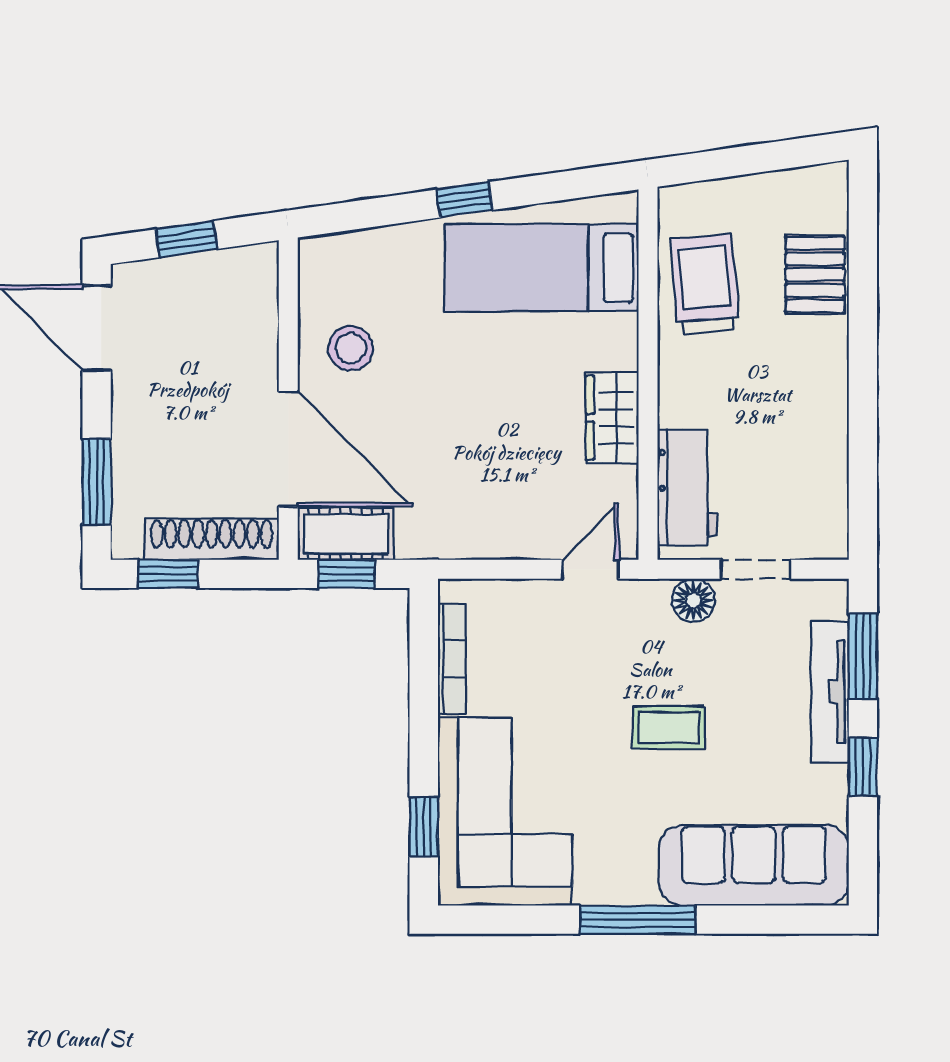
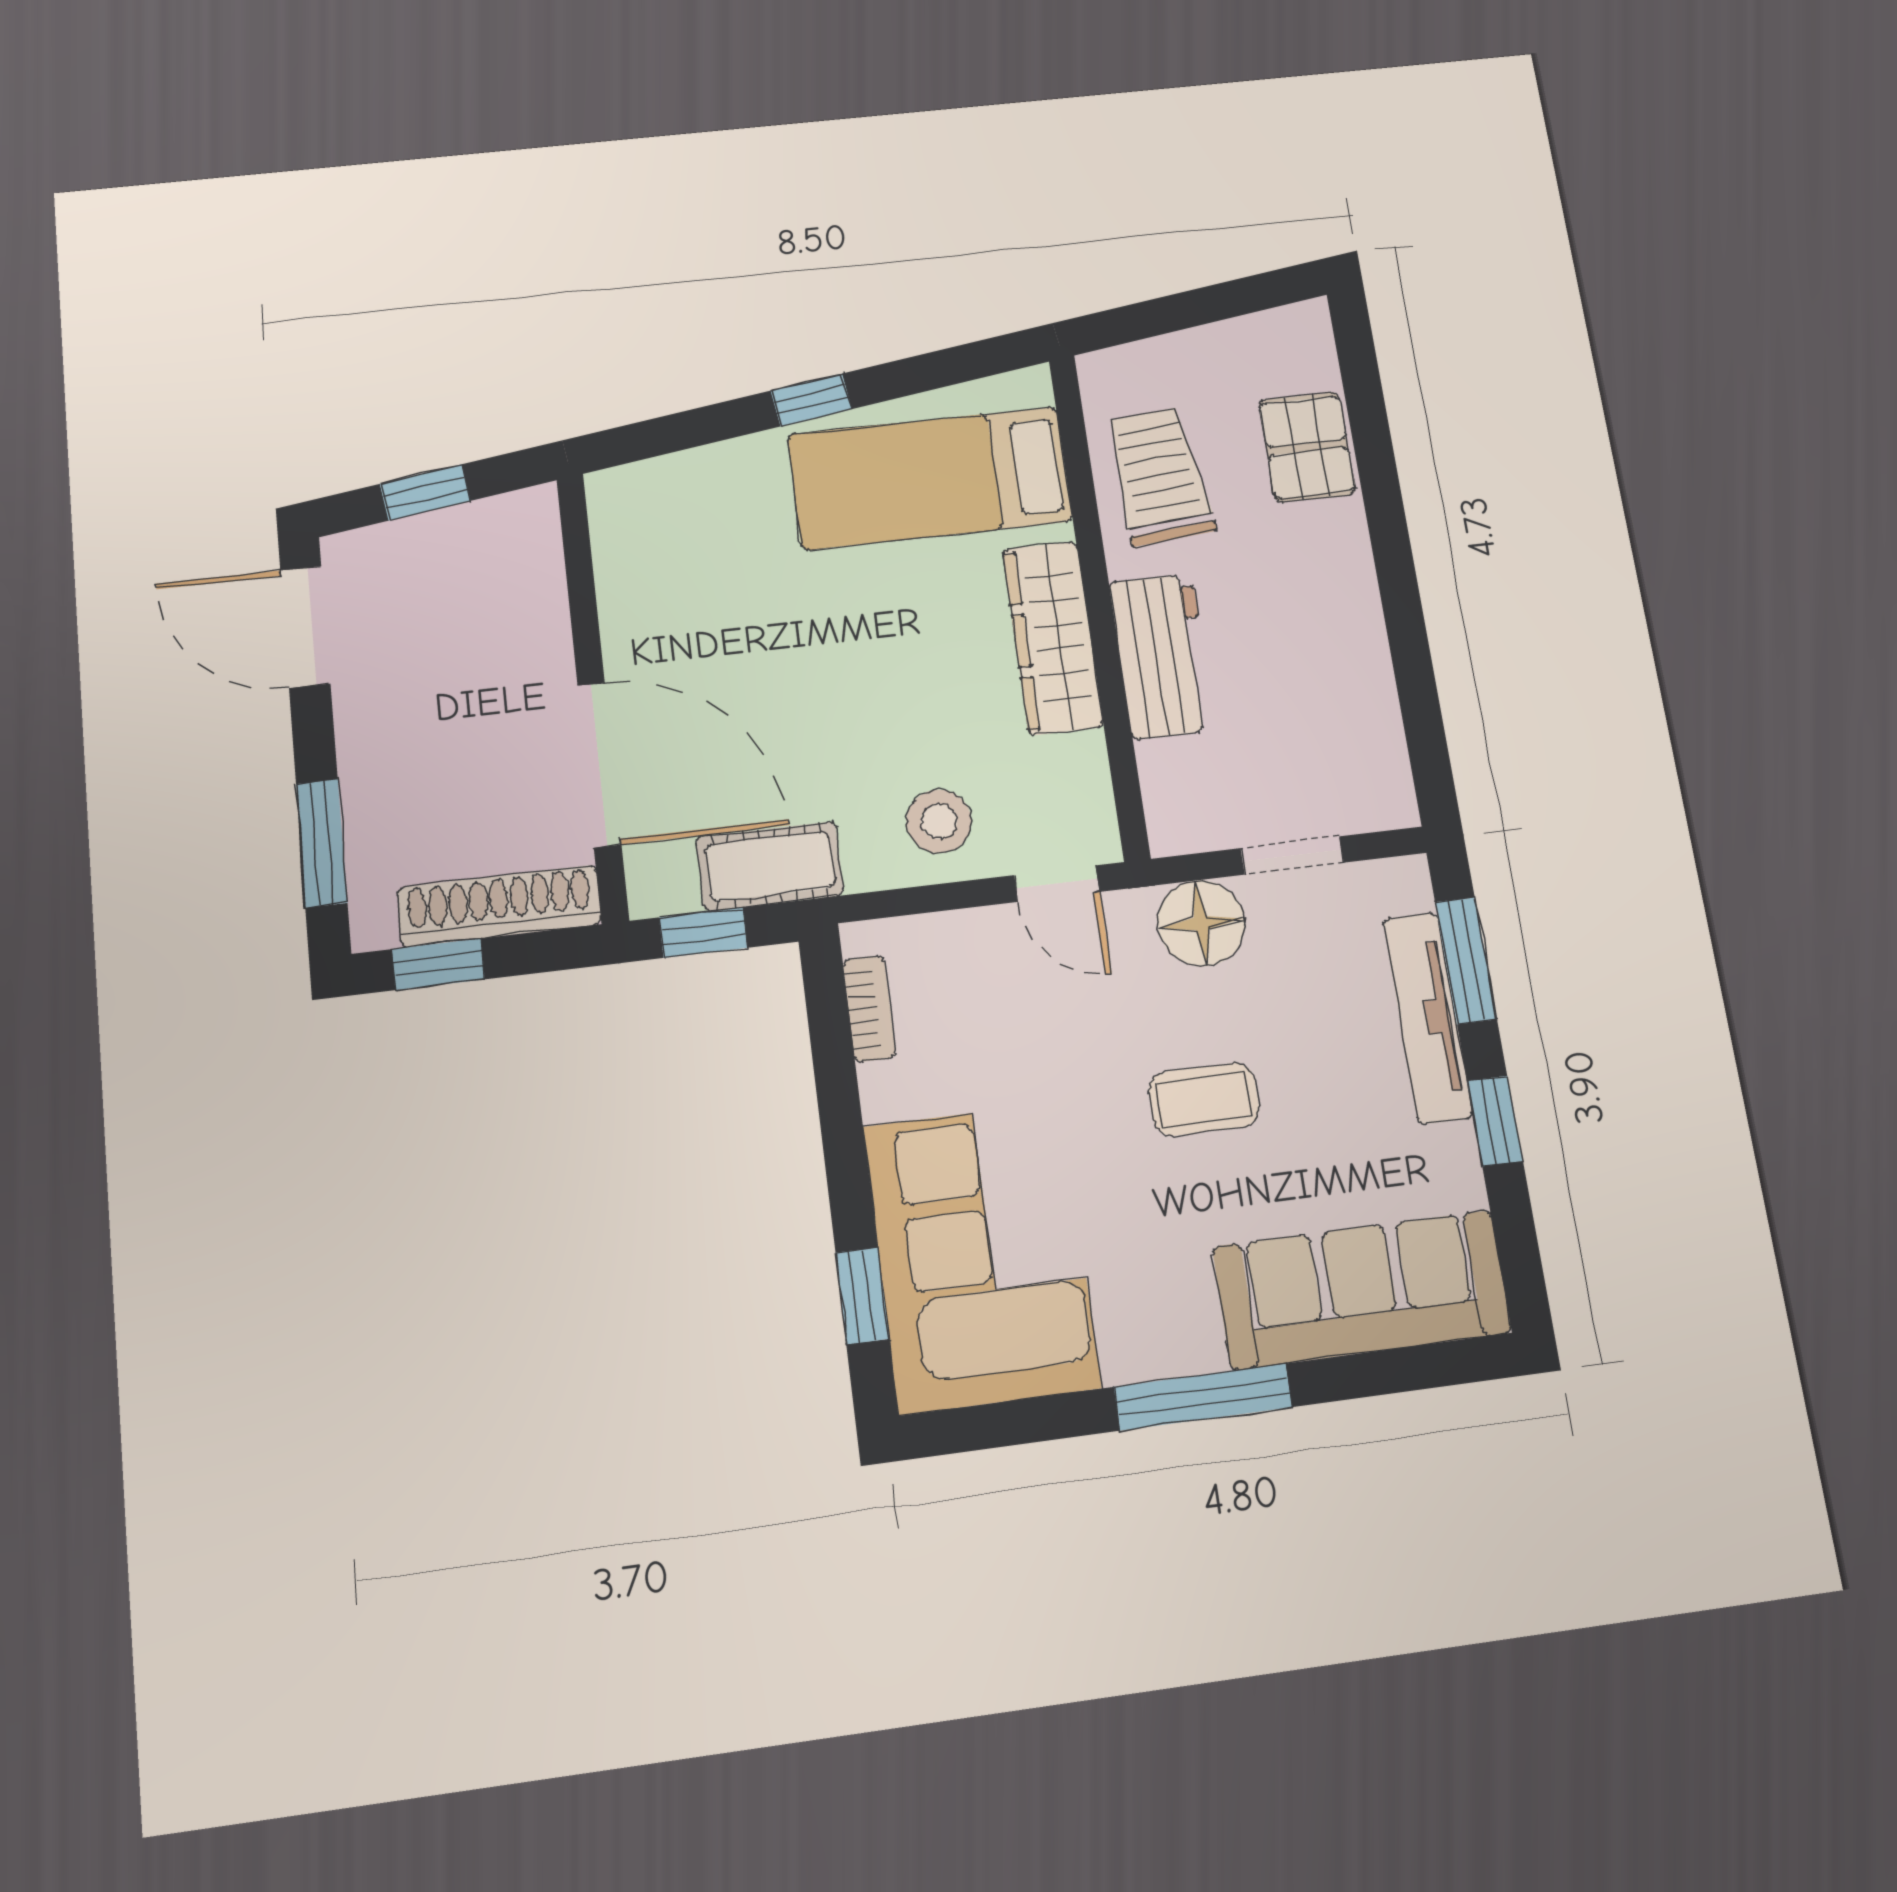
stool: (351, 348) -> (939, 821), moved
wardrobe: (612, 418) -> (1053, 638), width x1.50
workbench: (687, 488) -> (1162, 656), moved
cot: (346, 534) -> (770, 866), moved
door: (590, 569) -> (1057, 884), swing flipped
floor lamp: (693, 600) -> (1201, 923), width x1.38, depth x1.38
bookcase: (452, 659) -> (869, 1008), width x0.64

